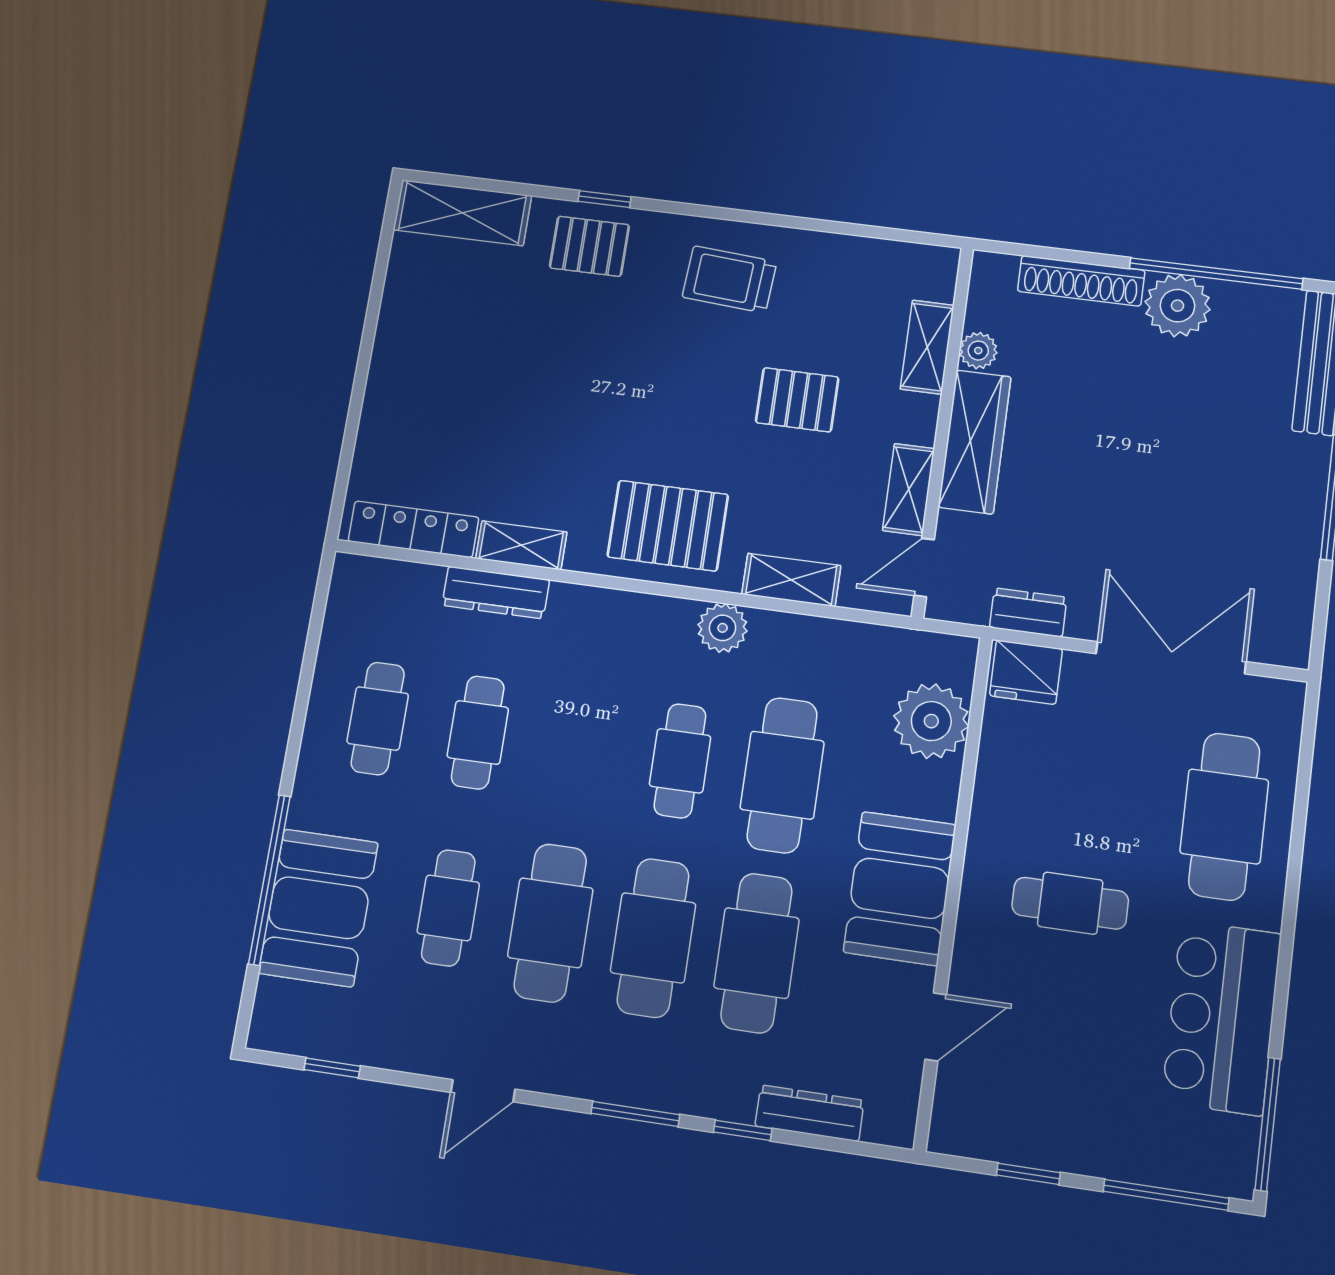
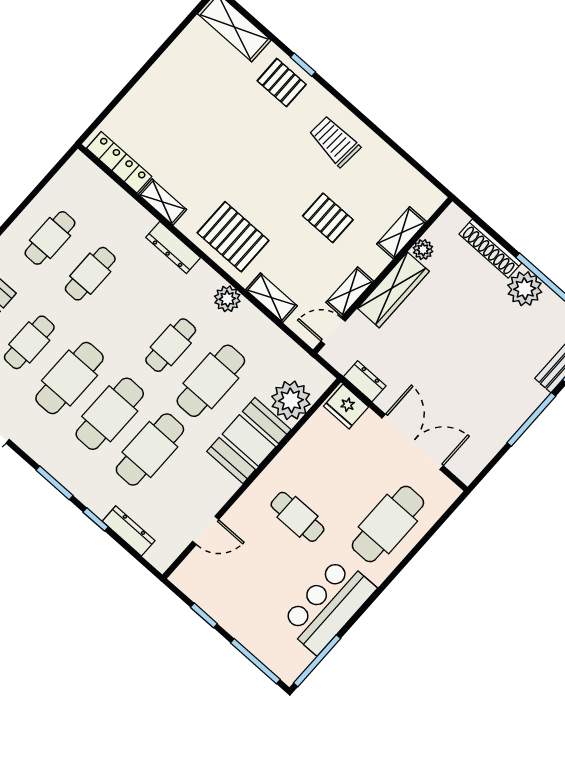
dresser: (496, 593) -> (173, 247), moved
booth: (900, 888) -> (249, 441), moved

